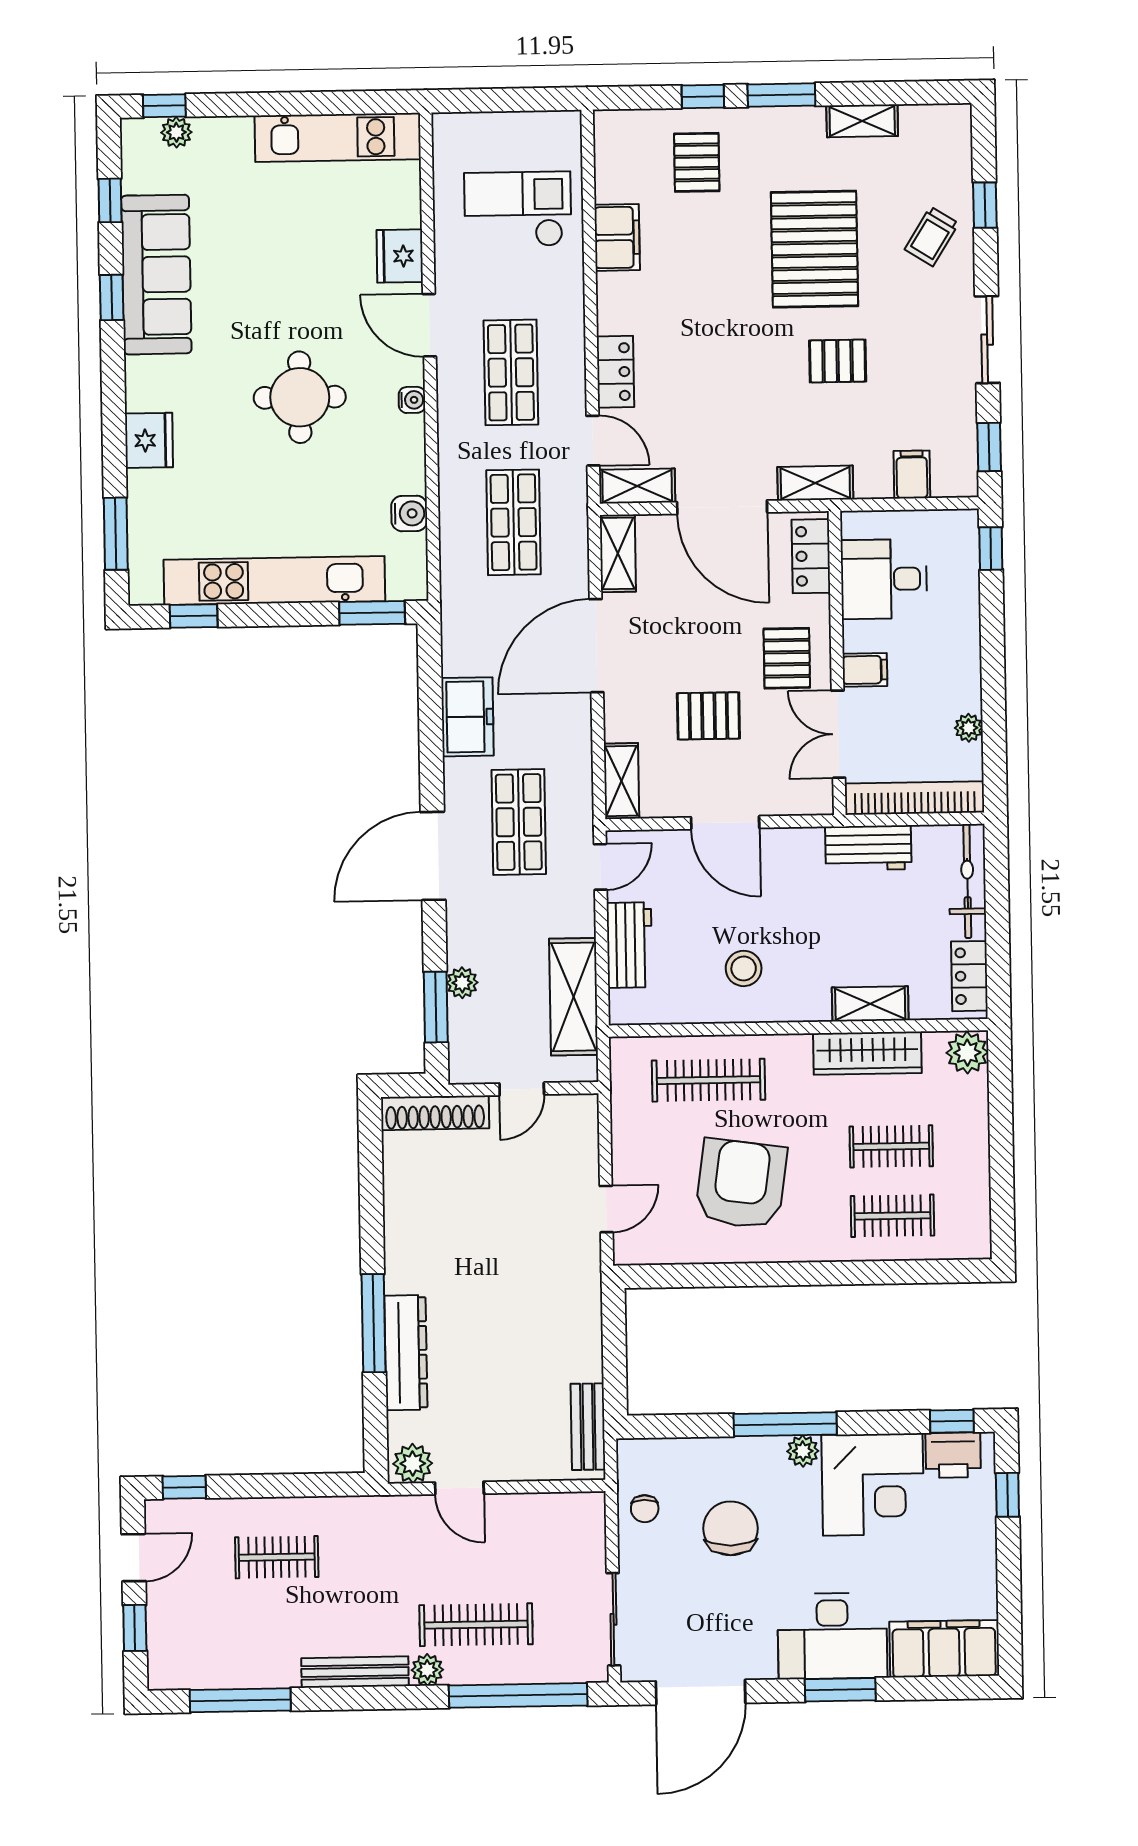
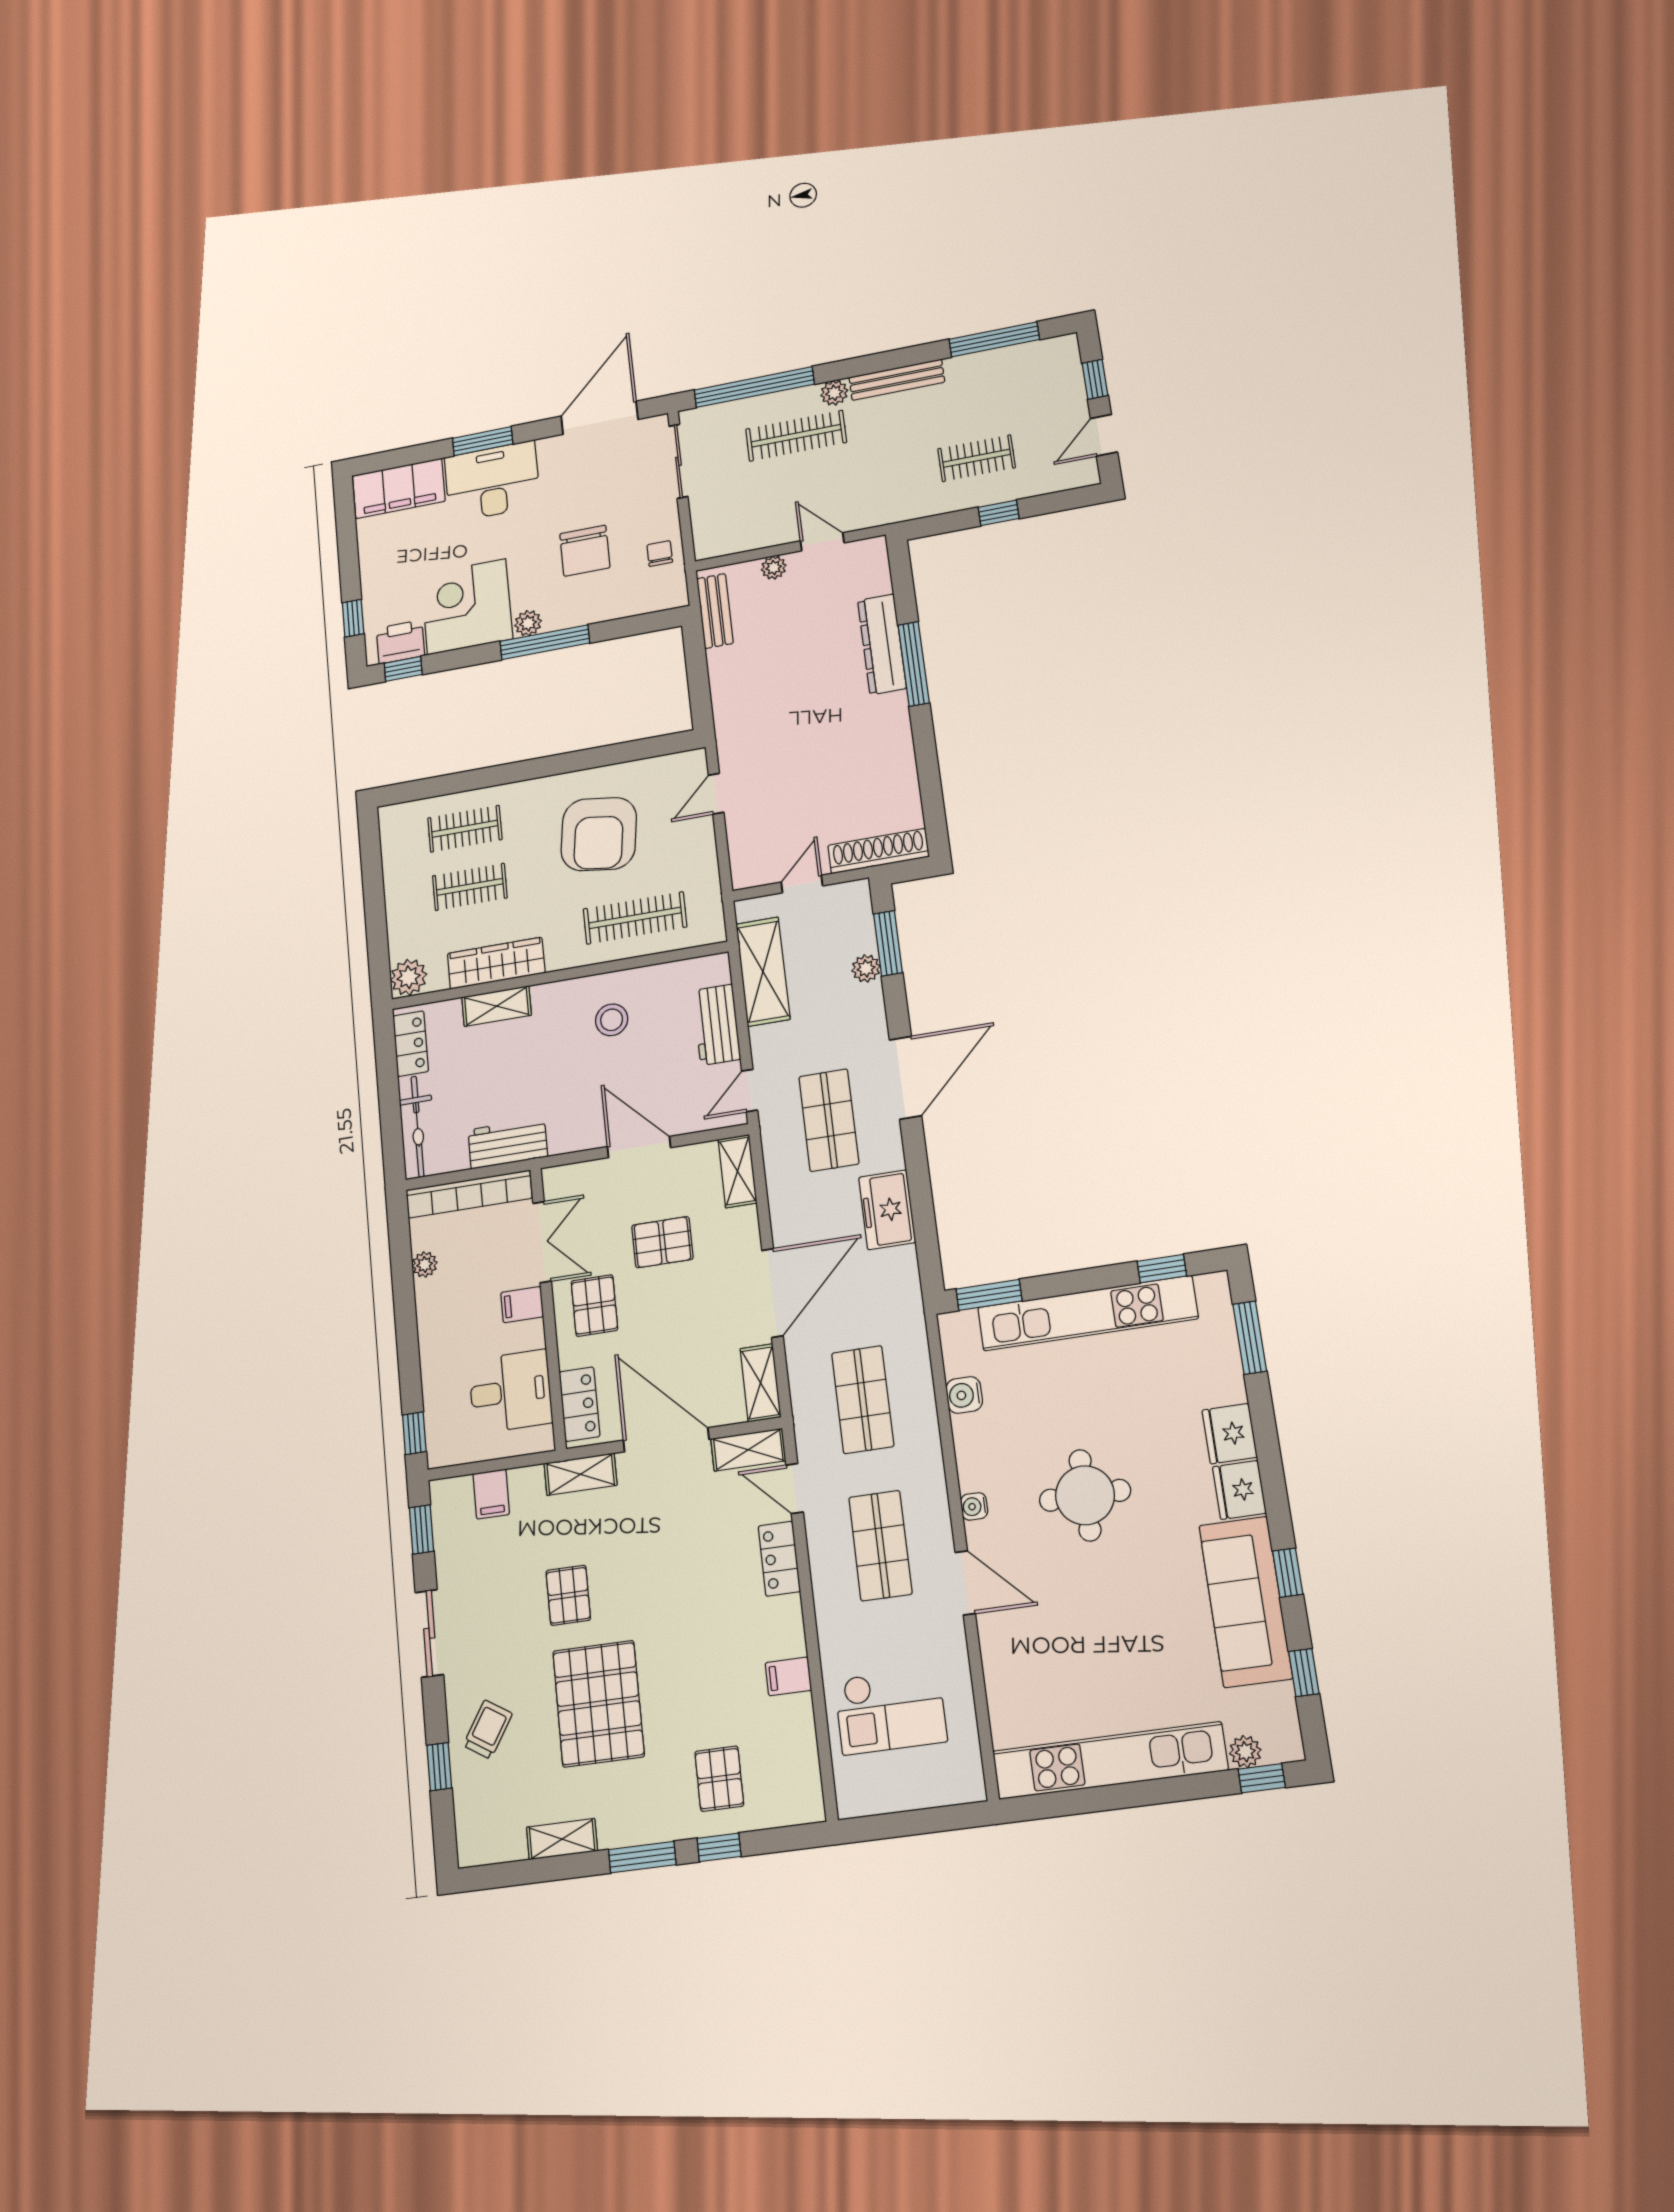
kitchen unit: (338, 137) -> (1110, 1761), width x1.36
filing cabinet: (617, 237) -> (788, 1676), width x0.50
fridge: (400, 256) -> (1239, 1490), moved, turned 180
pallet: (838, 361) -> (568, 1595), turned 90
plant: (413, 1463) -> (774, 568), moved, width x0.73, depth x0.73
window: (184, 1487) -> (999, 513), moved

